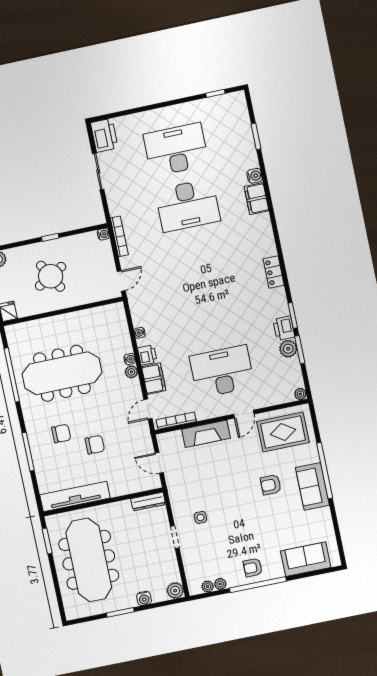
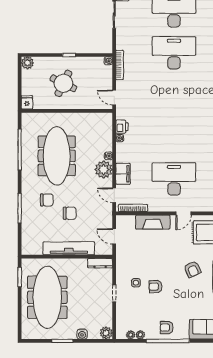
desk: (188, 205) -> (174, 53), turned 180
round table: (51, 276) -> (63, 83), turned -34
door: (121, 281) -> (114, 98), swing flipped
printer: (147, 355) -> (122, 127), moved
plant: (131, 372) -> (104, 170), width x1.87, depth x1.87
meeting table: (62, 373) -> (57, 156), turned 90
door: (148, 409) -> (114, 195), hinge flipped
armchair: (271, 485) -> (192, 269), turned -115
tv unit: (75, 496) -> (69, 248), moved
armchair: (227, 517) -> (156, 287), added

